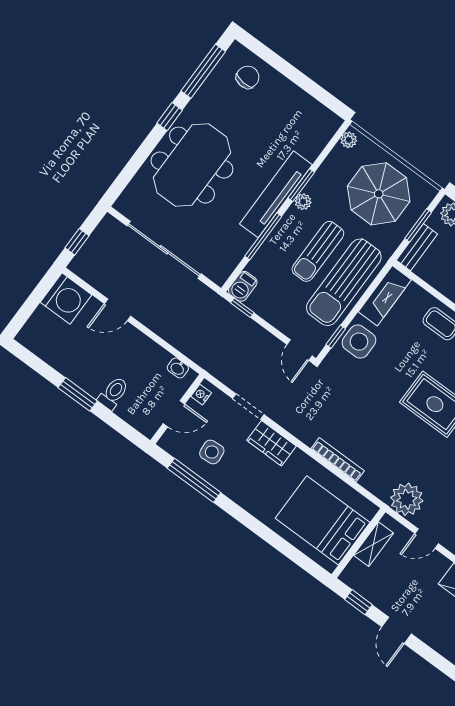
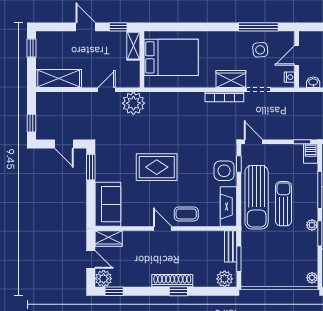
parasol: (379, 194) -> (273, 260), removed
sun lounger: (344, 282) -> (257, 197), turned 180
bookcase: (338, 460) -> (224, 97), moved
shelving: (374, 544) -> (133, 46), moved

